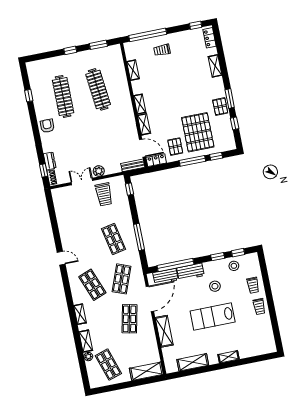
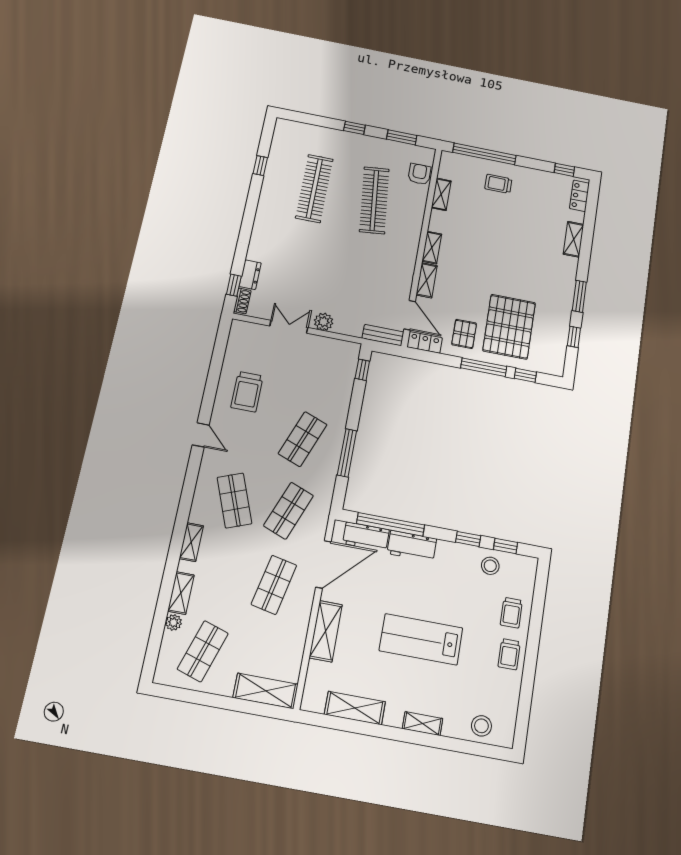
pallet: (220, 107) -> (560, 302), removed
armchair: (47, 126) -> (419, 174), moved
trolley: (104, 194) -> (247, 392), moved
shop shelf: (114, 239) -> (303, 439), turned 33
stool: (215, 286) -> (481, 726), moved
shop shelf: (108, 365) -> (203, 651), turned 36

